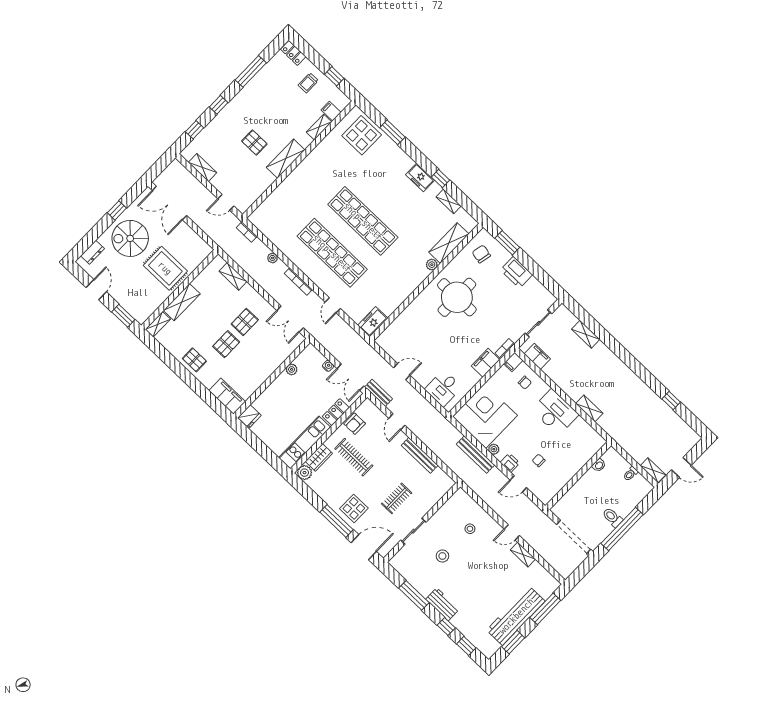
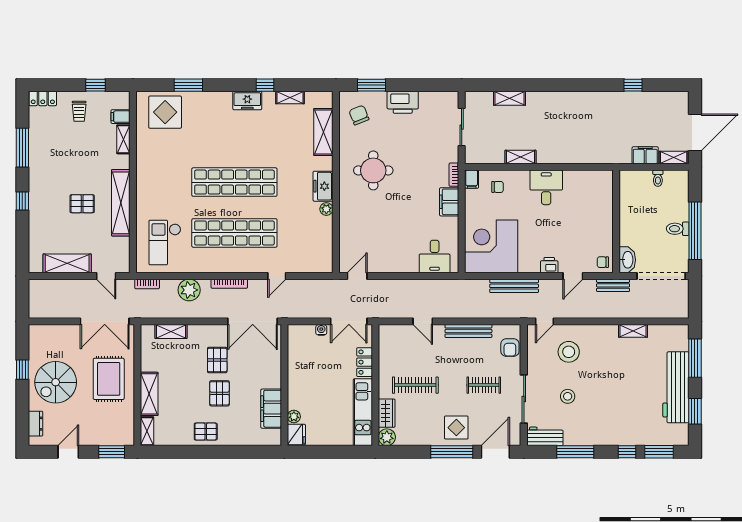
window: (195, 130) -> (22, 241), removed
shelving: (286, 159) -> (121, 203), width x1.47
shelving: (203, 168) -> (67, 263), width x1.50, depth x1.33
door: (226, 202) -> (106, 276), hinge flipped
double door: (169, 203) -> (105, 321), moved
checkout: (283, 217) -> (165, 242), added
chair: (481, 254) -> (359, 115), turned 56
plant: (272, 258) -> (189, 290), width x1.88, depth x1.88
plant: (432, 265) -> (326, 209), moved
rug: (165, 268) -> (109, 379), turned 90
door: (96, 290) -> (68, 452), hinge flipped
round table: (457, 297) -> (373, 170), width x0.73, depth x0.73
door: (333, 305) -> (277, 276), hinge flipped
double door: (290, 319) -> (253, 321), width x1.37
freezer: (373, 322) -> (323, 186), moved
filing cabinet: (537, 356) -> (645, 155), moved
plant: (292, 369) -> (294, 417), moved
door: (402, 372) -> (357, 276), moved
bench: (379, 393) -> (613, 285), moved
filing cabinet: (227, 396) -> (271, 409), moved, turned -90
shelving: (589, 408) -> (521, 157), moved
desk: (555, 412) -> (546, 187), width x0.73
armchair: (355, 424) -> (510, 348), moved
plant: (494, 449) -> (525, 267), removed
chair: (539, 460) -> (603, 262), moved
washbasin: (599, 465) -> (627, 260), moved, width x1.91, depth x1.45
door: (681, 467) -> (695, 133), width x1.88
clothes rail: (397, 498) -> (484, 385), turned 90
stool: (470, 529) -> (569, 352), width x1.89, depth x1.89
sliding door: (413, 531) -> (524, 399), width x1.37
door: (512, 532) -> (545, 321), moved
workbench: (442, 604) -> (545, 436), moved
window: (466, 646) -> (659, 452), width x1.50

